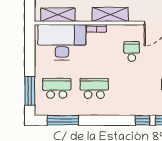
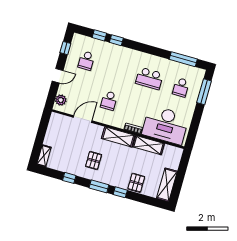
shelving: (58, 15) -> (148, 145), moved
school desk: (57, 88) -> (181, 87), width x0.54

